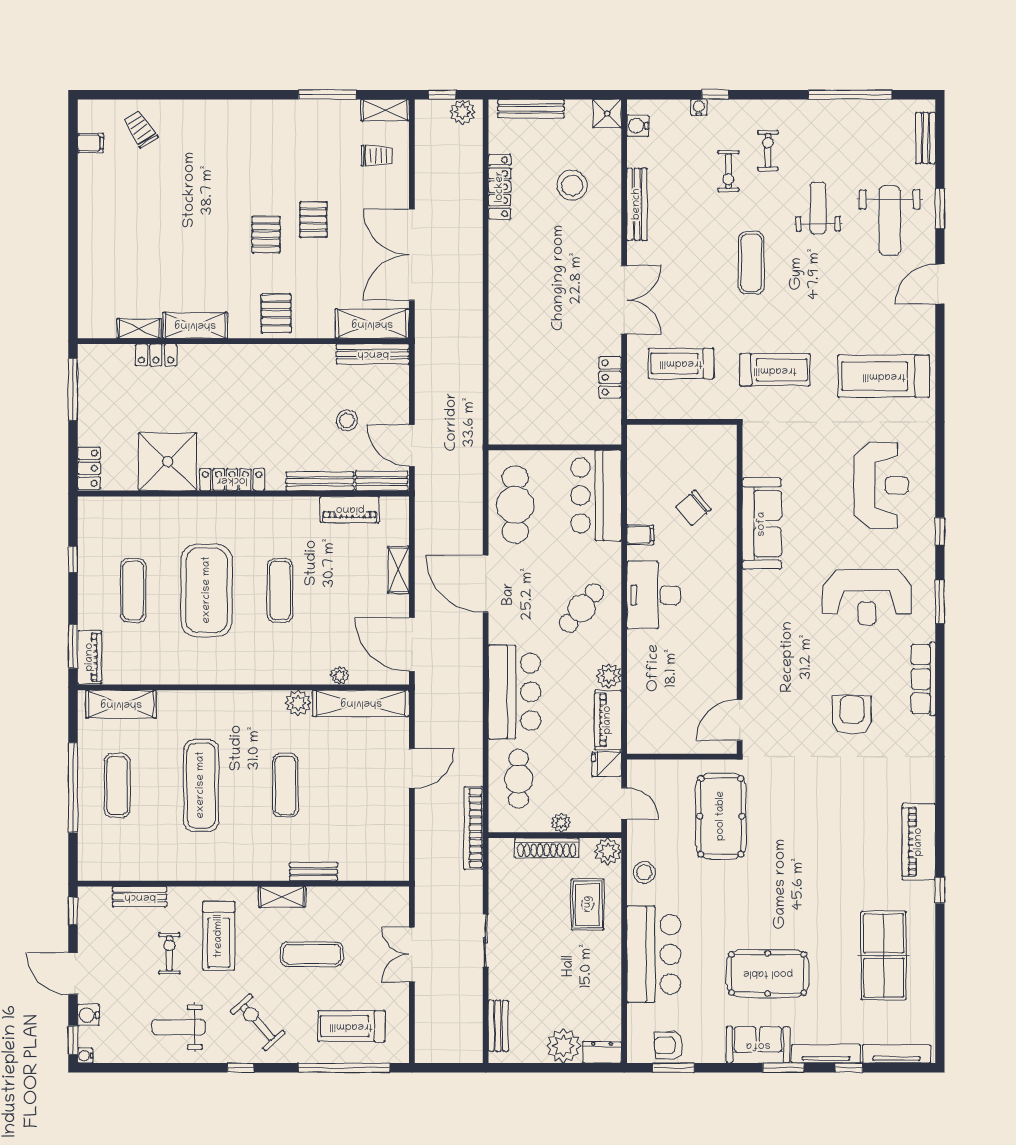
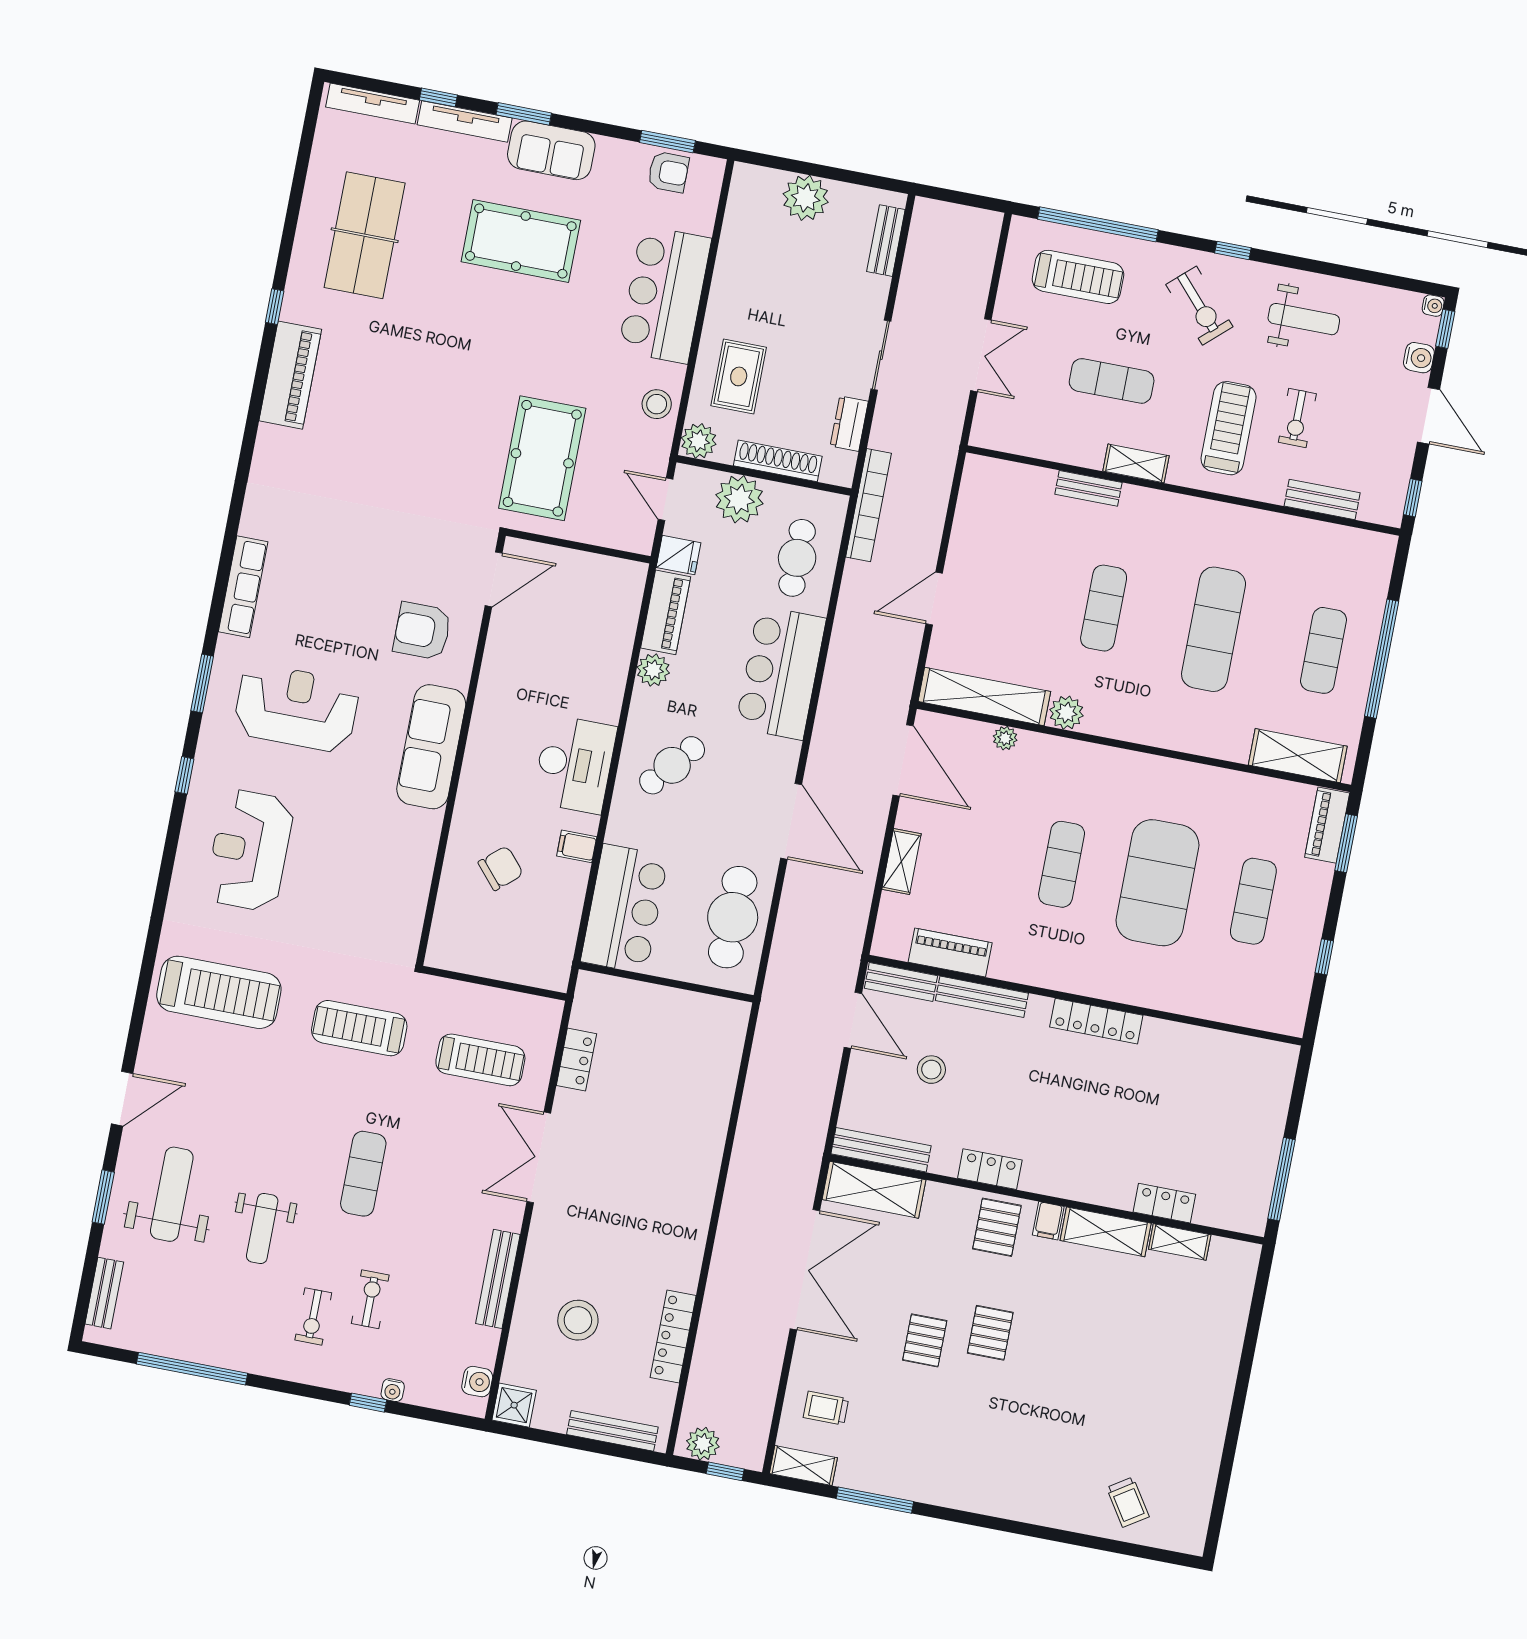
filing cabinet: (90, 143) -> (1048, 1221), moved, turned -90
shower: (168, 462) -> (1176, 1061), removed
locker: (89, 468) -> (990, 1169), moved, turned 90
sofa: (762, 524) -> (431, 747), moved
armchair: (852, 715) -> (422, 631), moved, turned 90
plant: (561, 823) -> (739, 499), width x1.88, depth x1.88
dresser: (602, 1052) -> (849, 424), moved, turned 90

